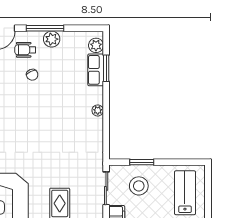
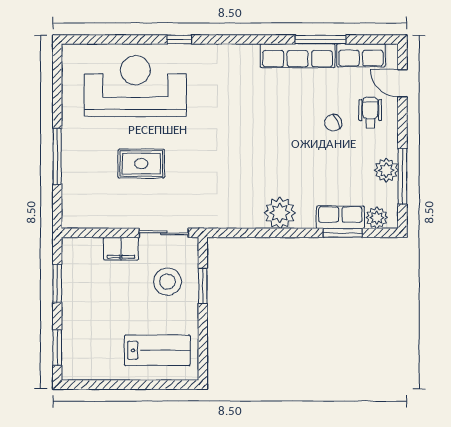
window: (45, 28) -> (402, 176), moved
plant: (52, 39) -> (386, 170), moved
plant: (98, 110) -> (280, 213), width x1.88, depth x1.88

